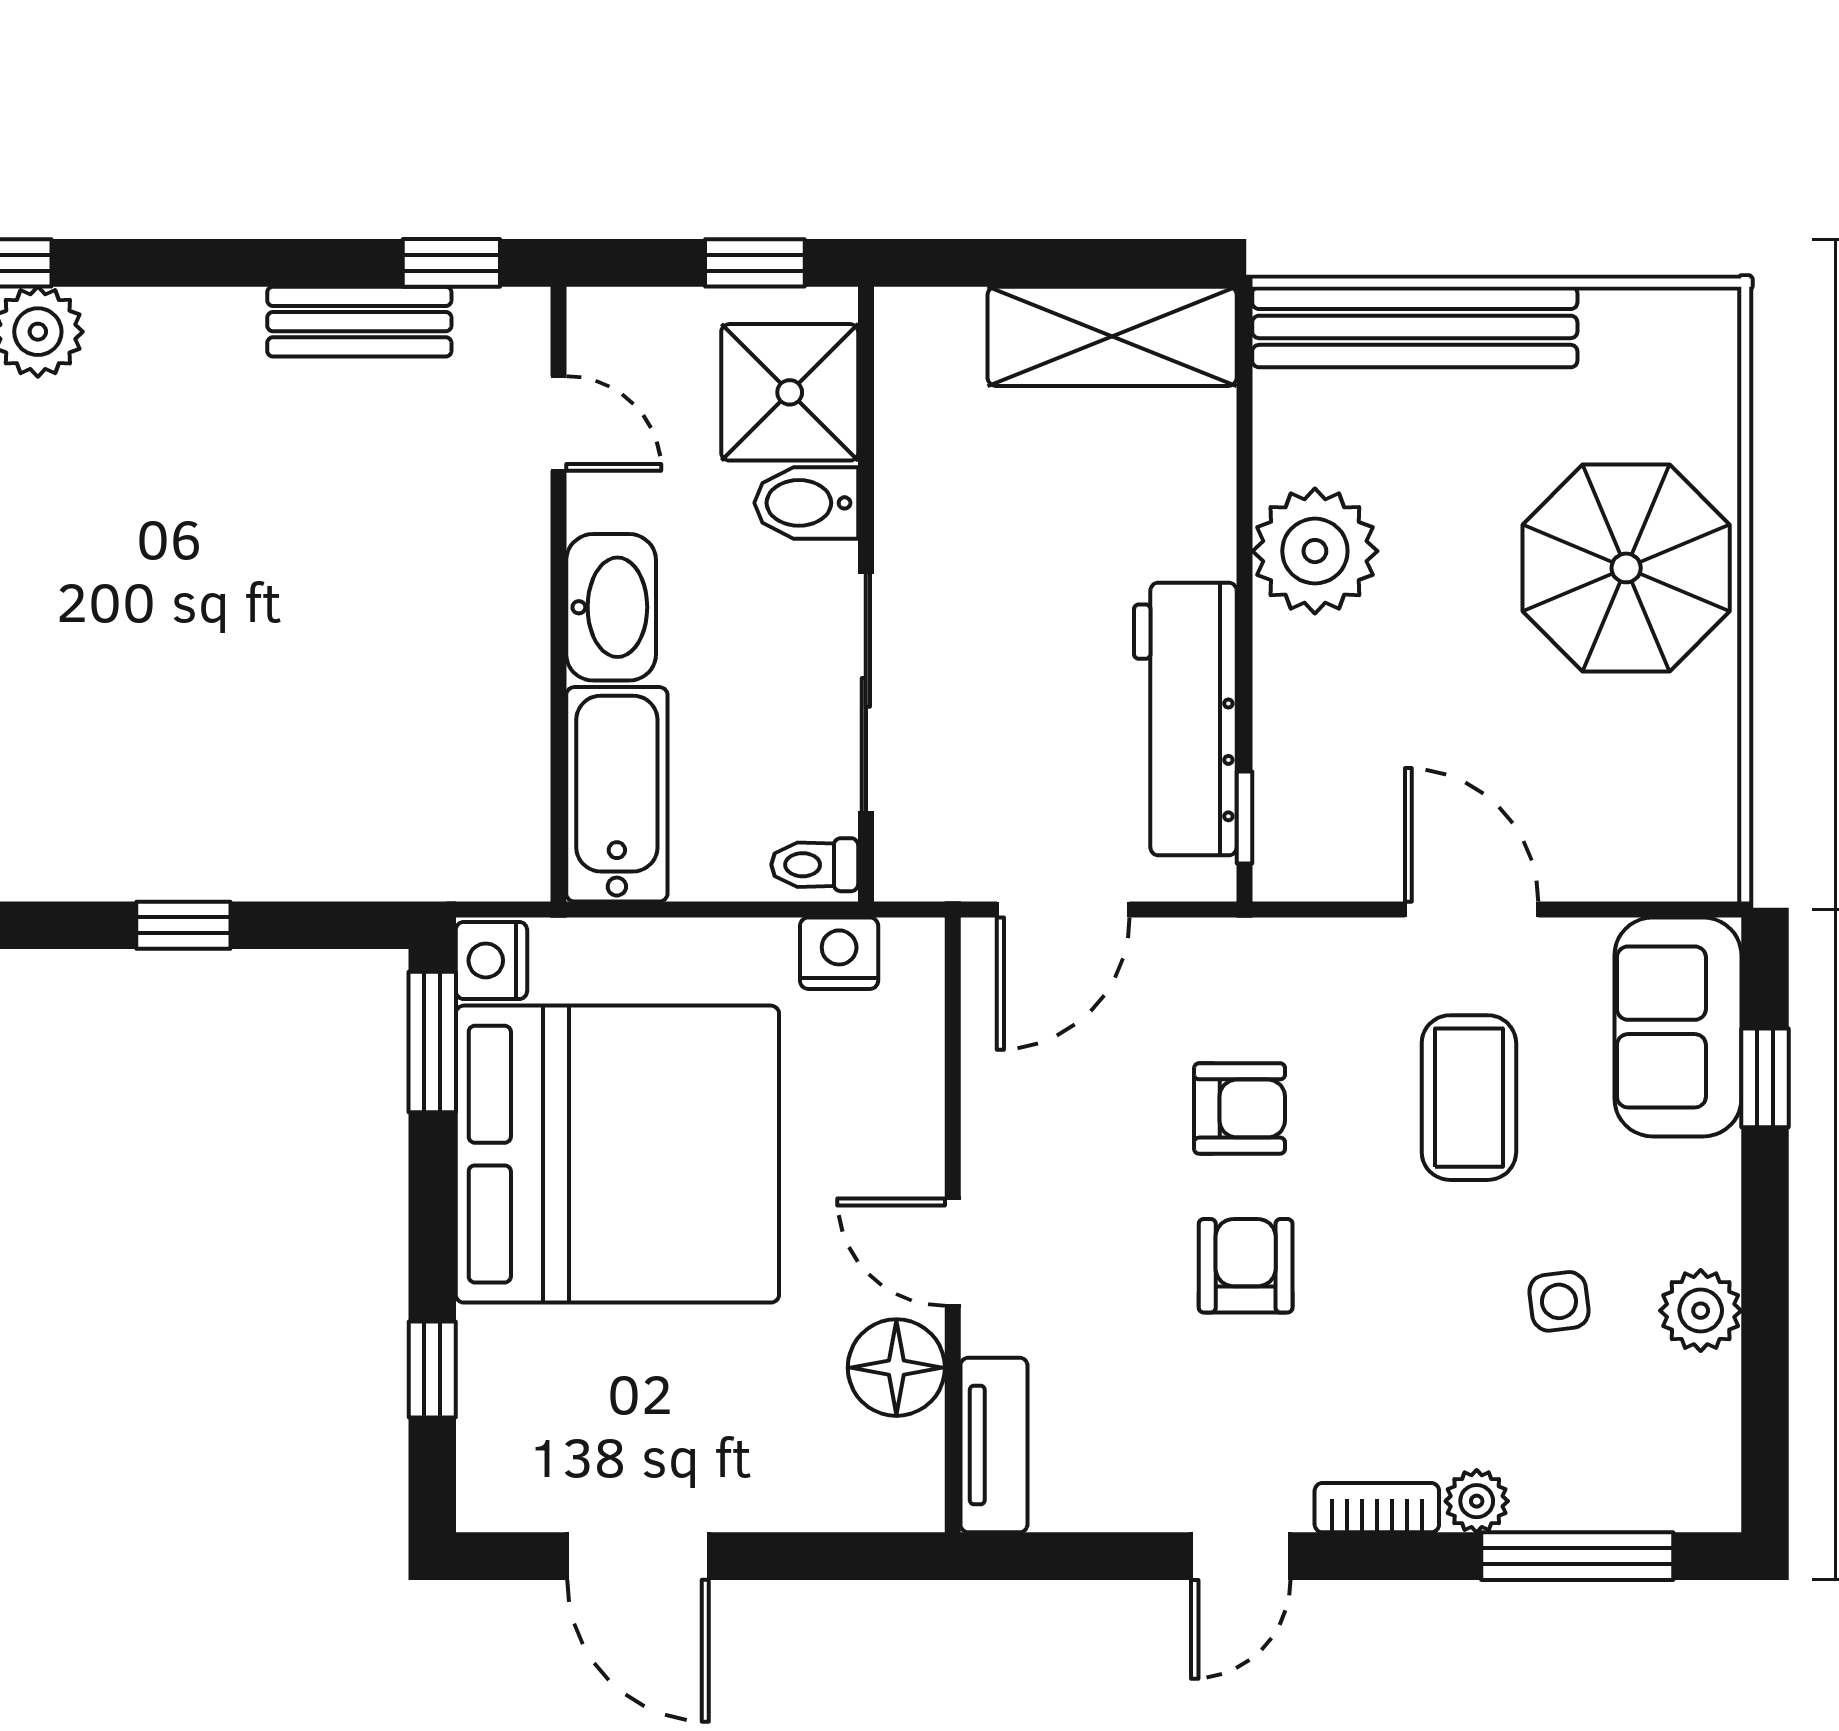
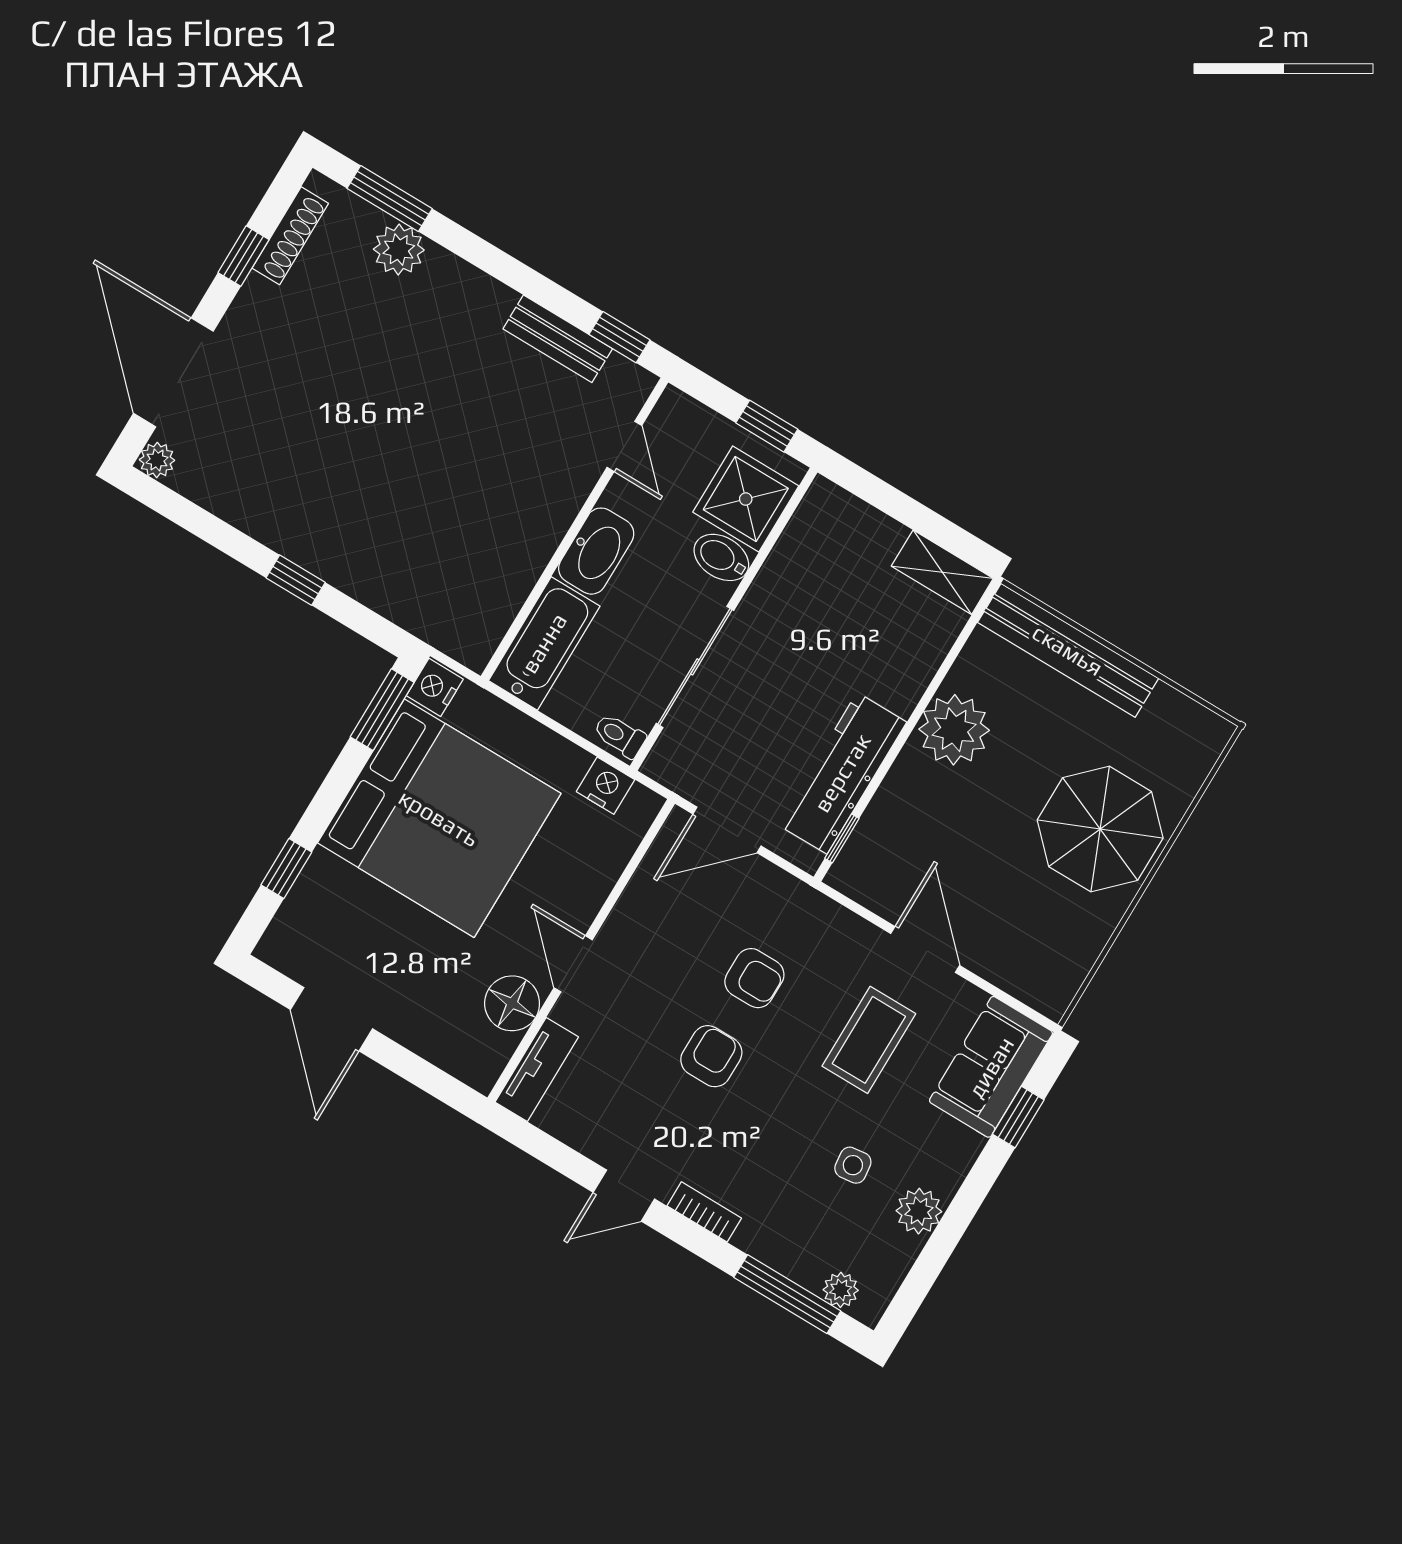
shelving: (1112, 336) -> (942, 572), width x0.67, depth x0.75
plant: (1477, 1501) -> (841, 1290), moved

